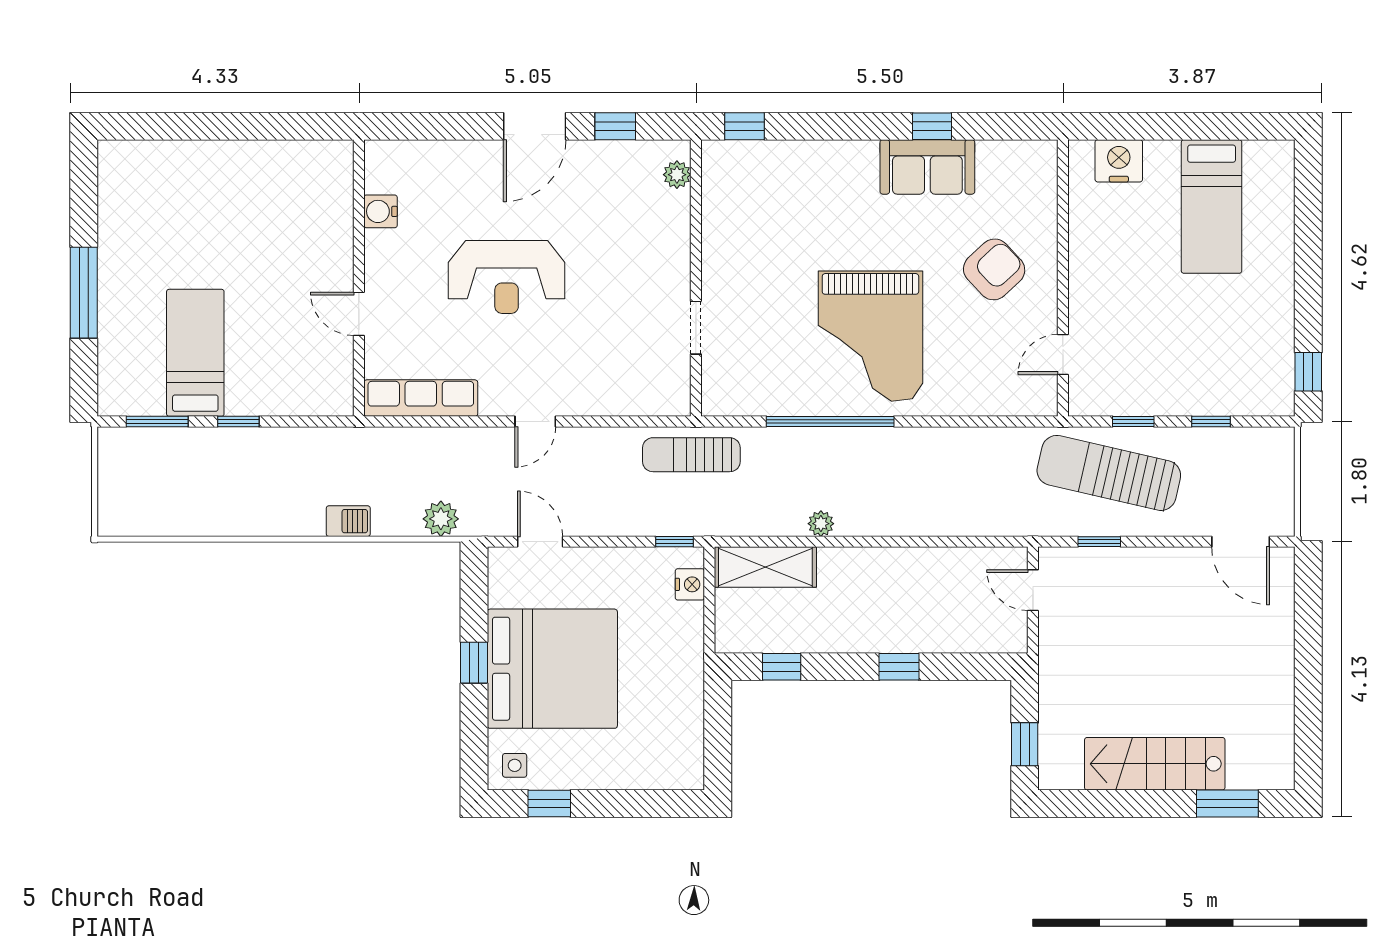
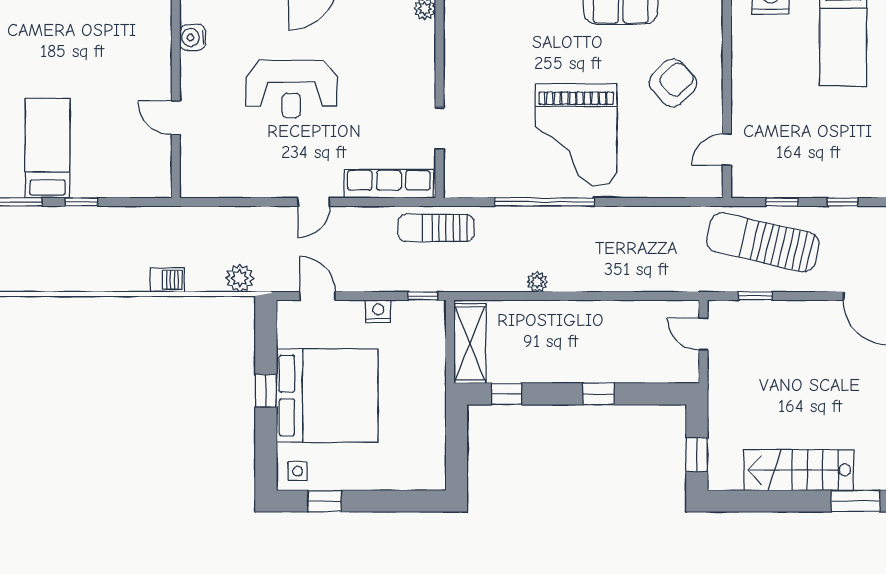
row of seats: (421, 398) -> (389, 184), moved
shelving: (765, 567) -> (470, 344), moved, turned 90
nightstand: (690, 584) -> (378, 311), moved, turned -90

